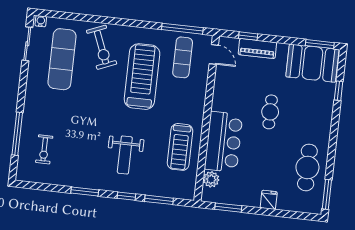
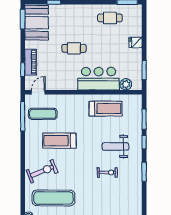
treadmill: (142, 77) -> (59, 141), width x0.73, depth x0.73
exercise bike: (44, 149) -> (107, 172), moved
weight bench: (125, 155) -> (115, 147), turned 180
cafe table: (307, 167) -> (110, 18), width x0.73, depth x0.74

